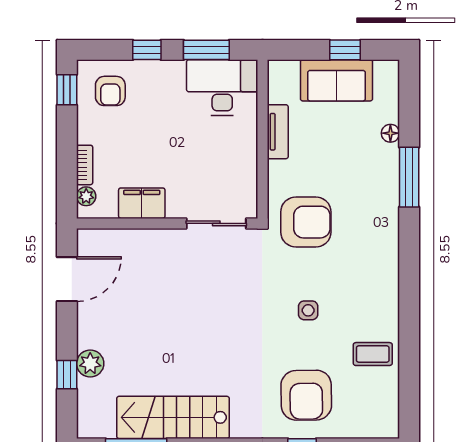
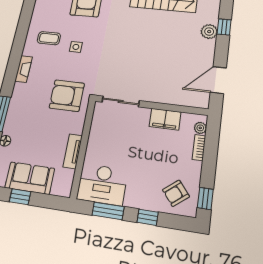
armchair: (110, 91) -> (176, 193), turned -129
fireplace: (389, 260) -> (24, 69), added
coffee table: (373, 354) -> (49, 38), moved

